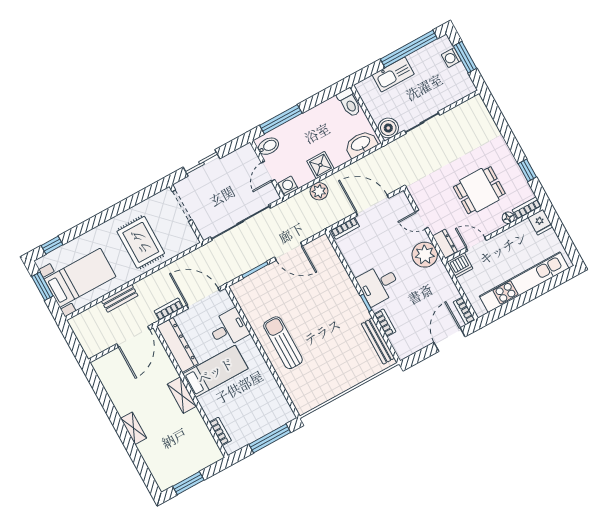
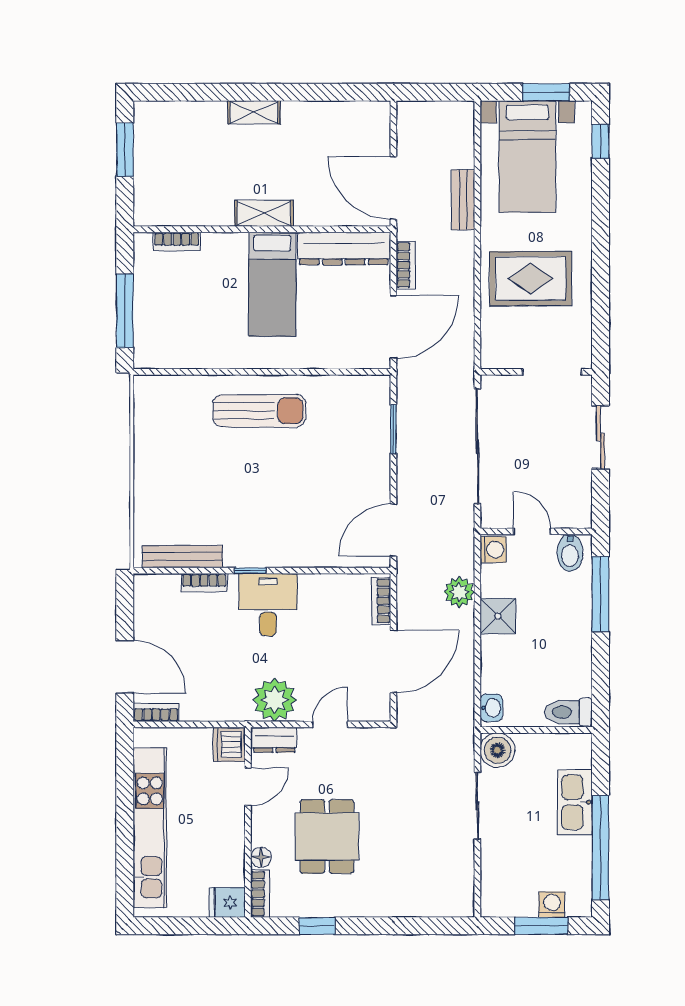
washbasin: (361, 144) -> (491, 708), width x0.52, depth x0.69
door: (288, 251) -> (393, 530), moved
desk: (229, 328) -> (326, 340), removed

